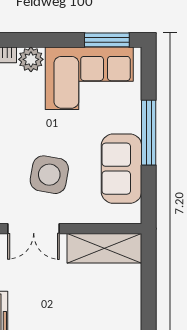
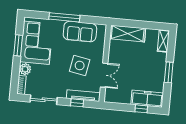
window: (107, 40) -> (18, 45), moved
shelving: (104, 248) -> (128, 34), moved, turned 90

